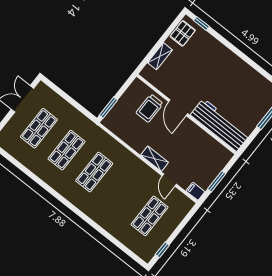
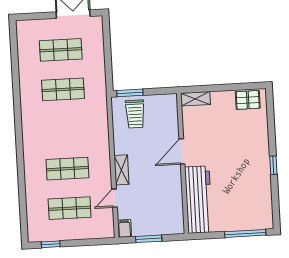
window: (201, 23) -> (273, 165), moved
shelving: (160, 56) -> (195, 99), moved
trolley: (150, 108) -> (135, 114), moved, turned -90
shop shelf: (94, 172) -> (67, 169), moved

